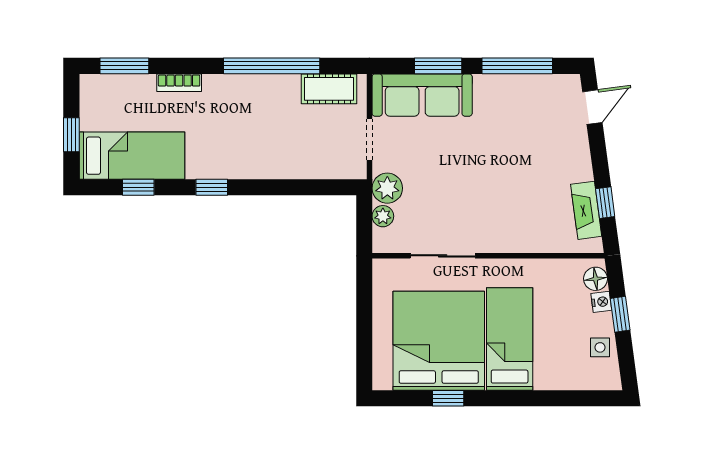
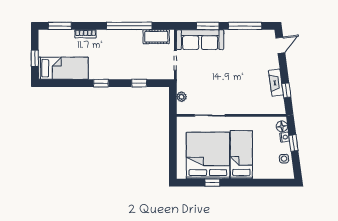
window: (138, 187) -> (139, 83), moved
plant: (387, 188) -> (184, 84), removed
fireplace: (586, 210) -> (276, 83), moved

